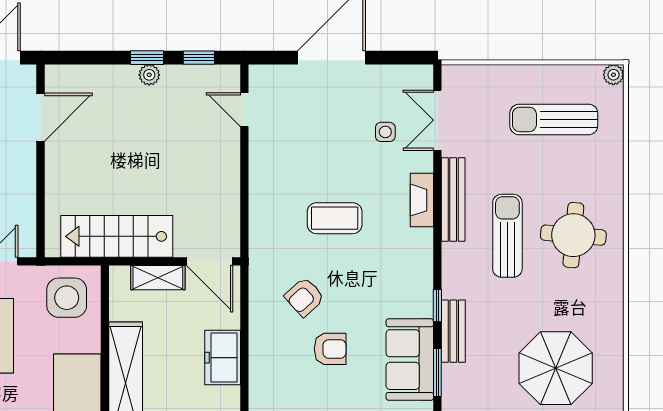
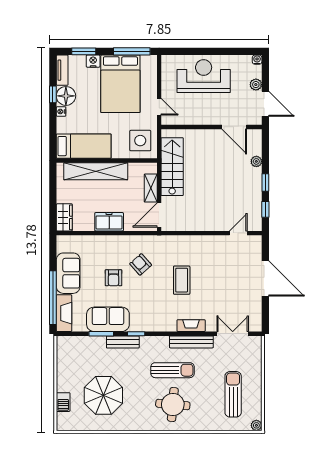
plant: (149, 75) -> (256, 161), moved
side table: (385, 132) -> (227, 307), removed

